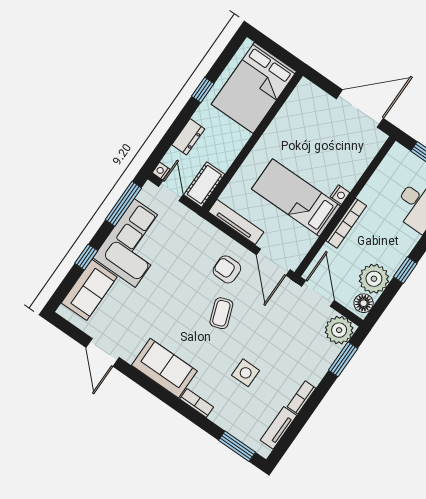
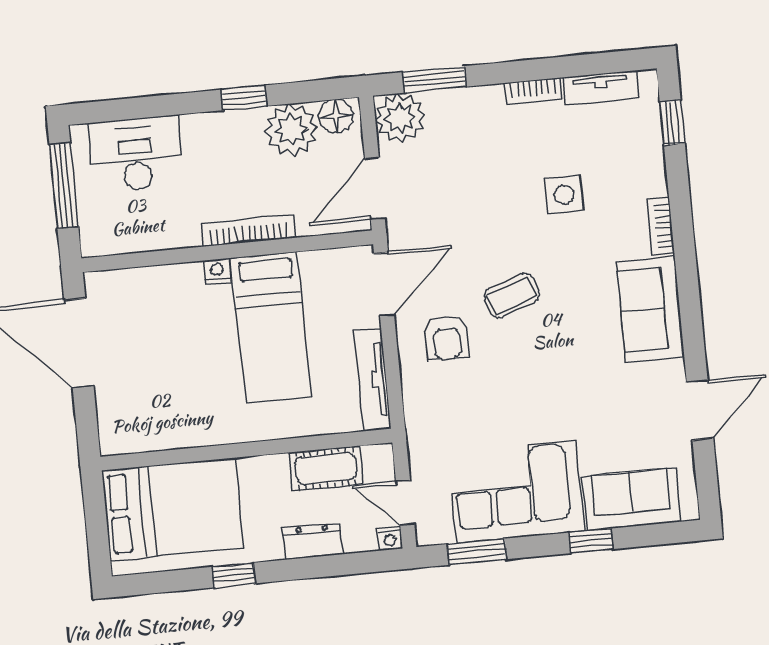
cot: (204, 185) -> (326, 468), moved
door: (171, 191) -> (405, 503), hinge flipped
window: (123, 204) -> (477, 552), width x0.69
window: (237, 446) -> (672, 122), width x0.67

